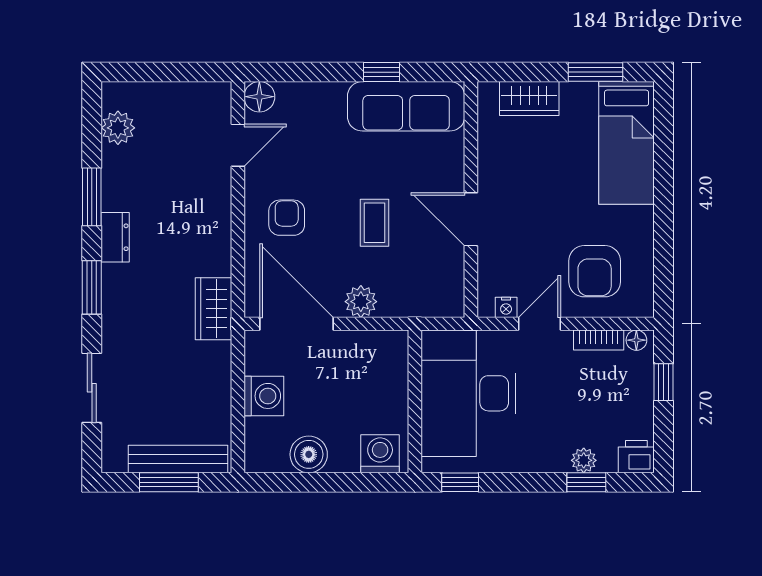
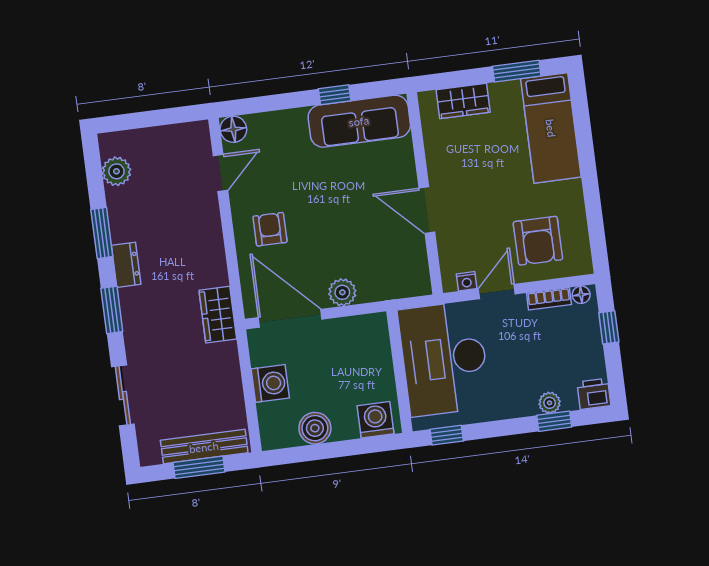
coffee table: (375, 223) -> (345, 224), removed

